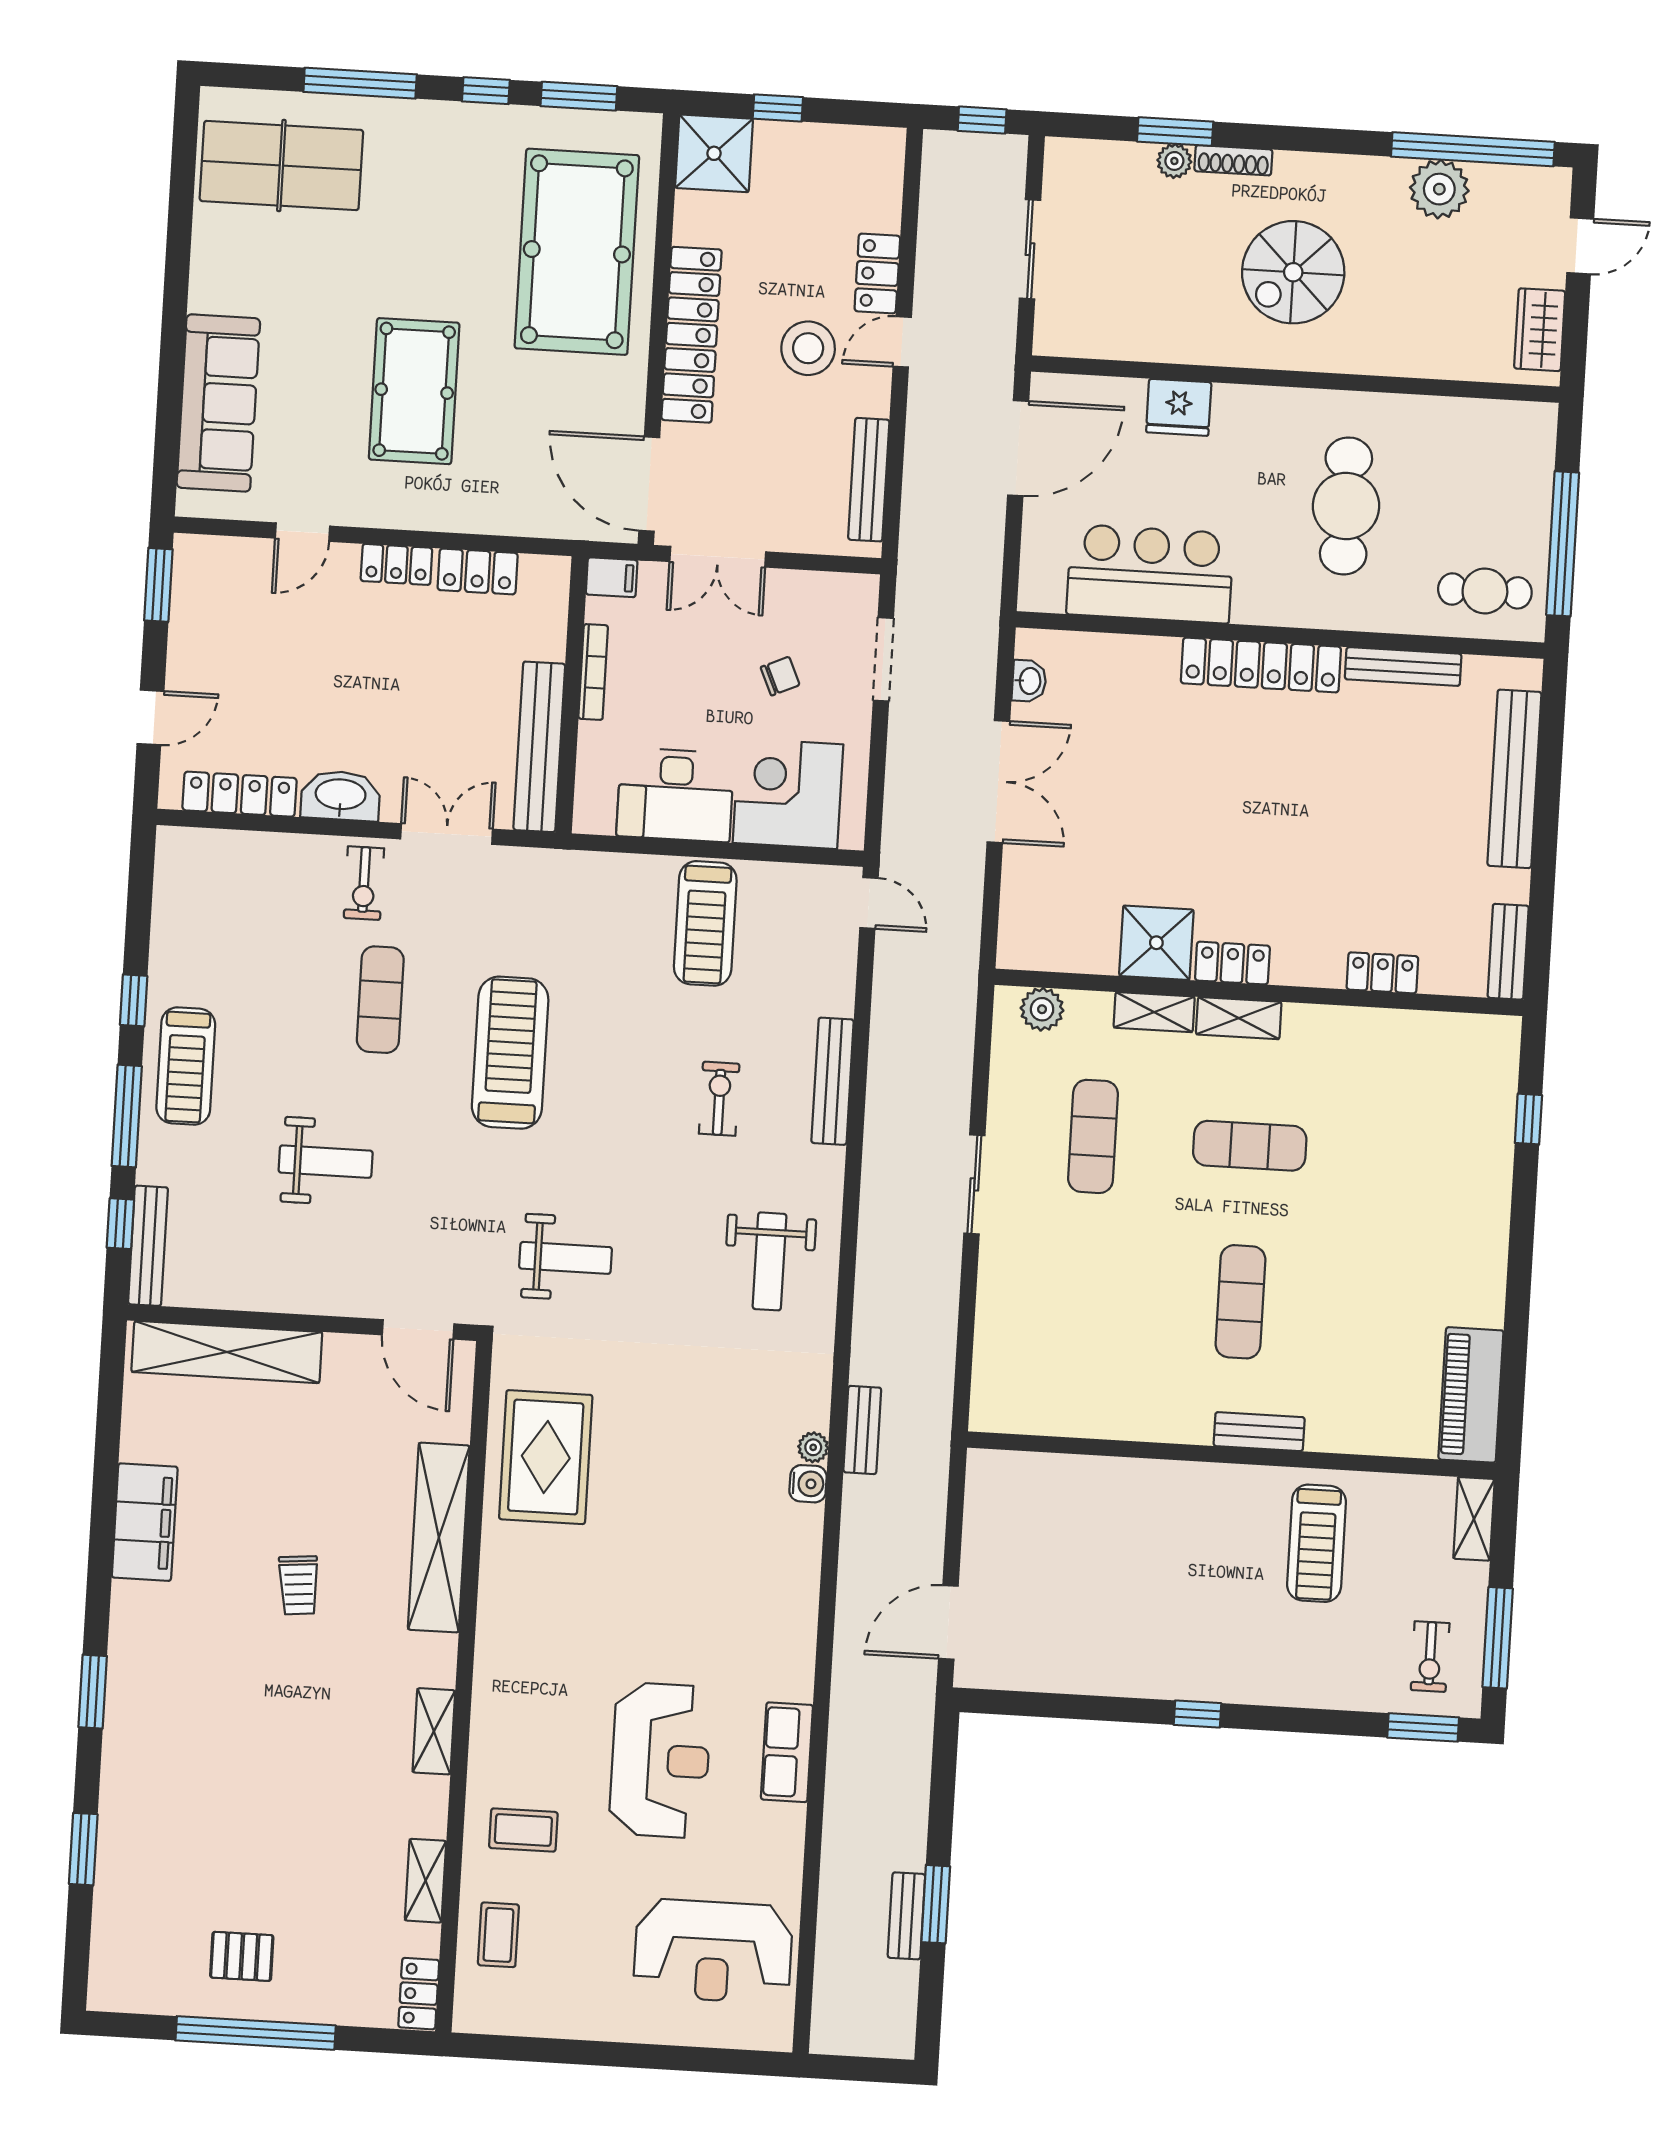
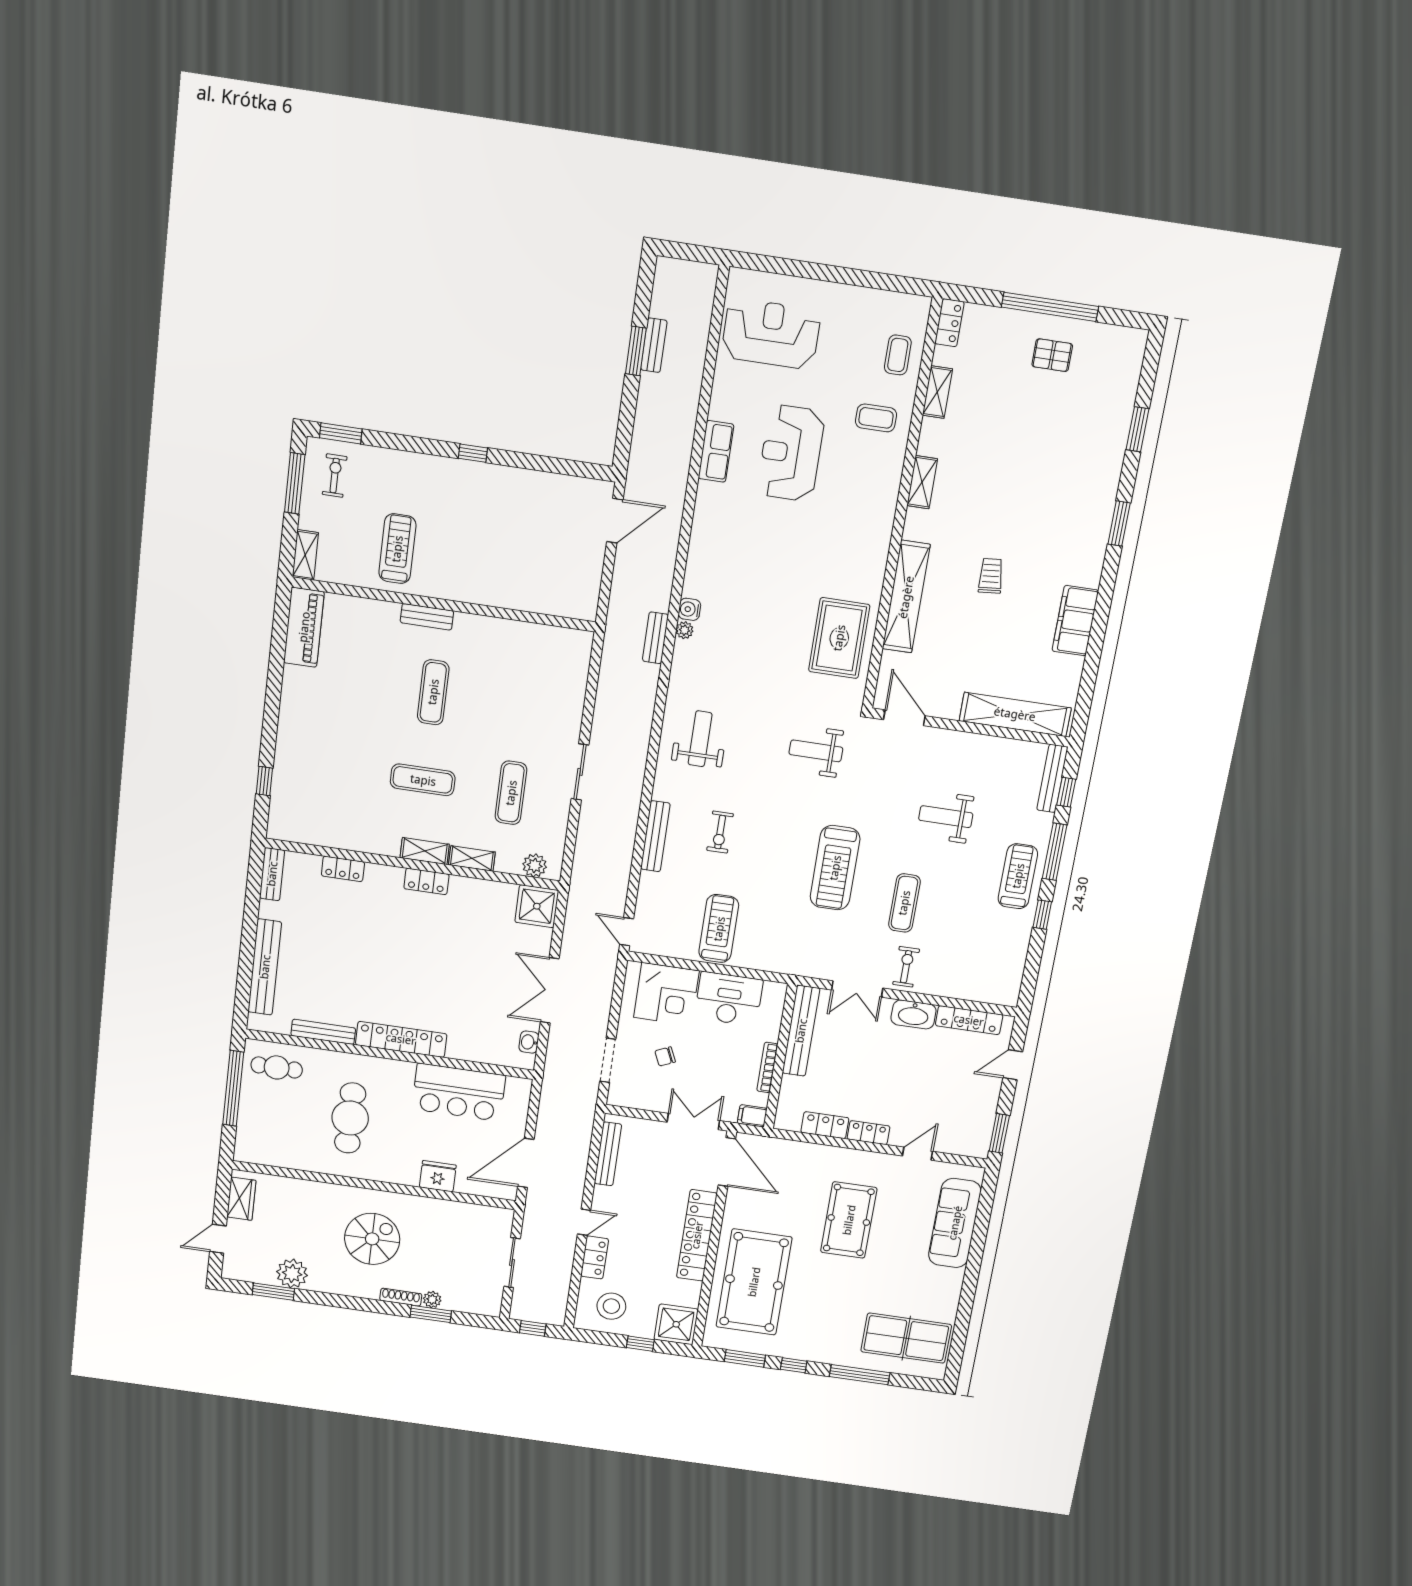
window: (1473, 149) -> (273, 1292), width x0.47
stool: (808, 348) -> (611, 1306), moved
shower: (1156, 943) -> (537, 906), moved

